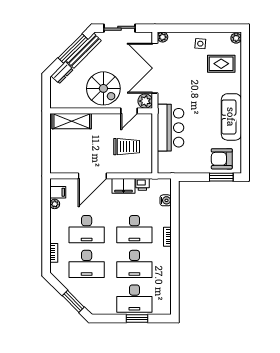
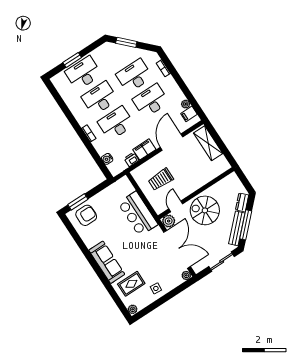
sofa: (231, 117) -> (107, 262), moved
shelving: (72, 121) -> (208, 143), moved, turned 90

